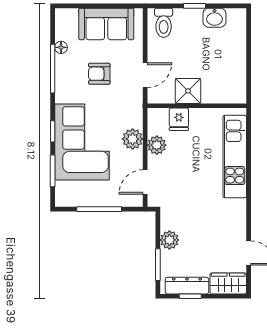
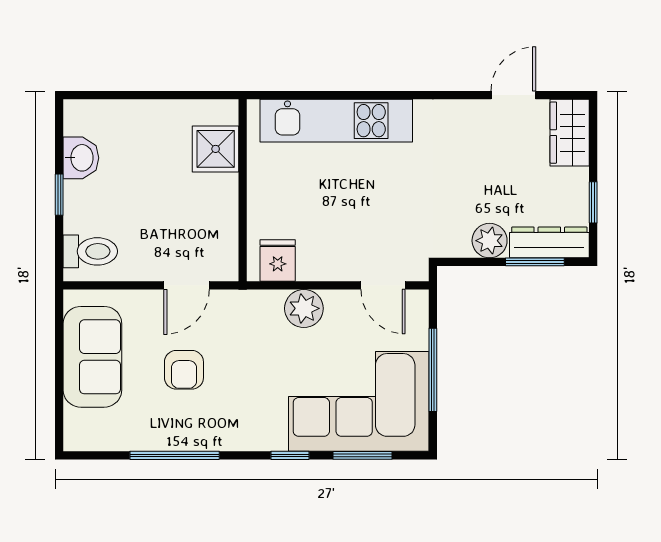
floor lamp: (61, 47) -> (136, 440), removed
door: (145, 75) -> (187, 285), swing flipped
shower: (188, 91) -> (216, 149), moved
fridge: (179, 119) -> (278, 260), moved, turned -90
corner sofa: (82, 142) -> (359, 401), moved
plant: (157, 145) -> (315, 264), removed
dresser: (187, 286) -> (549, 242), moved, turned 90

